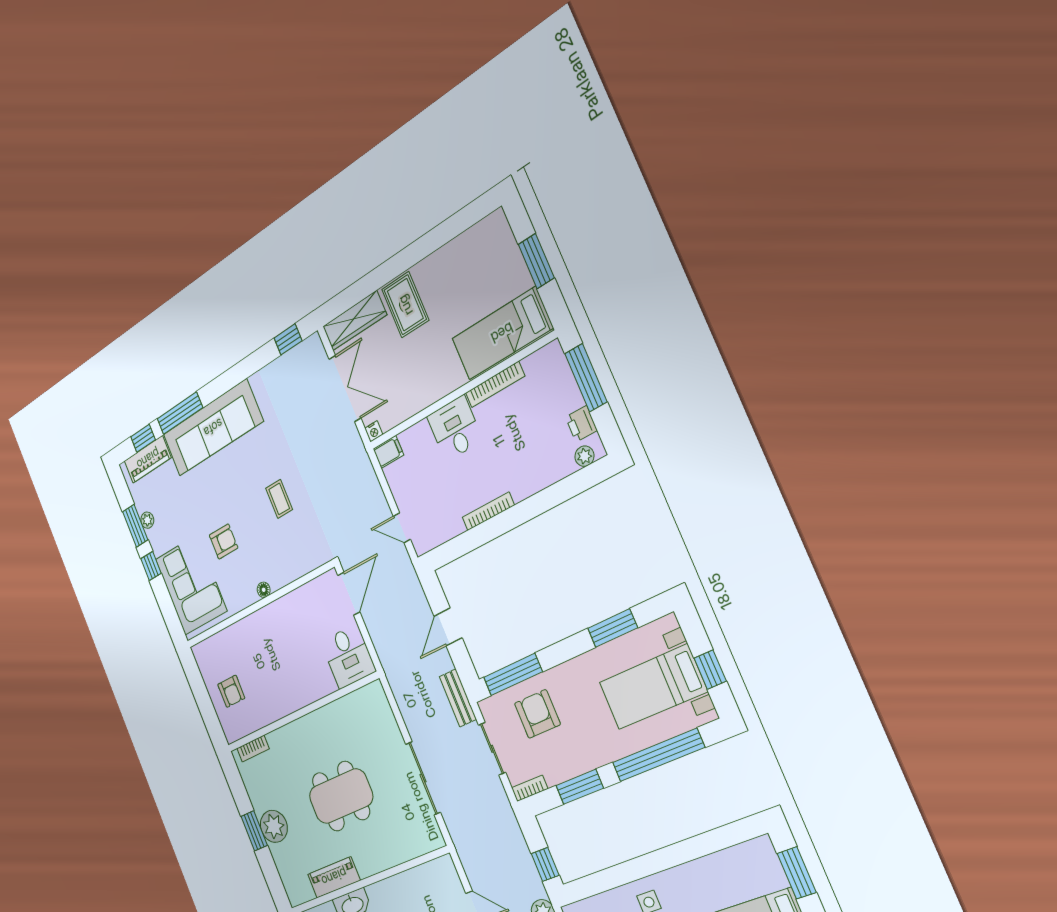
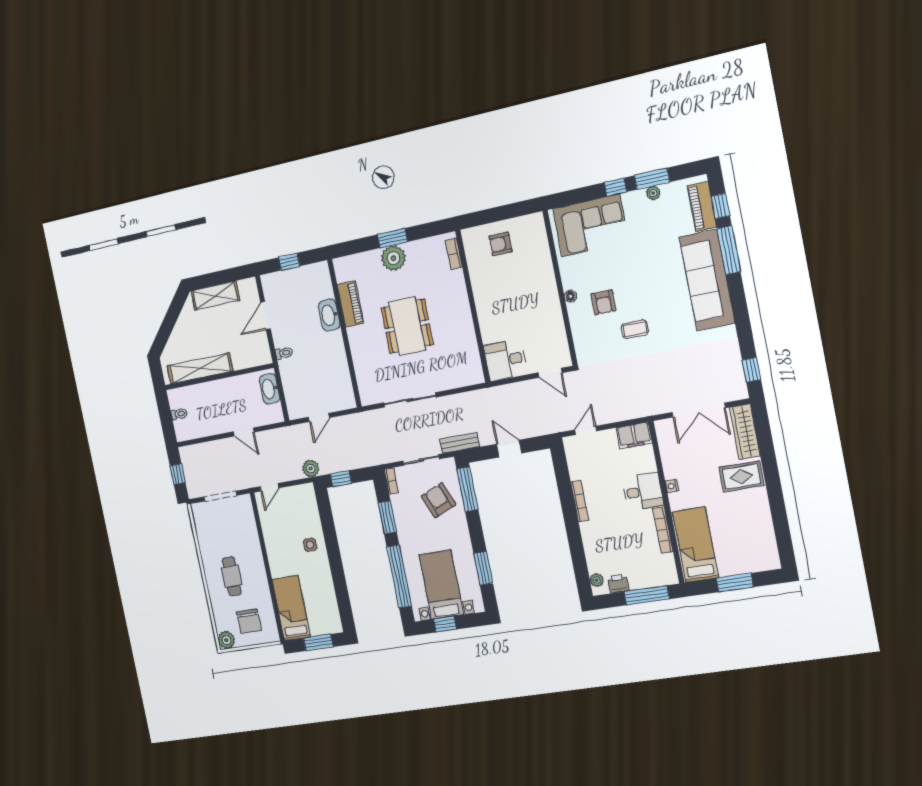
nightstand: (374, 431) -> (672, 486), moved
filing cabinet: (388, 452) -> (634, 435), width x2.00
armchair: (224, 542) -> (603, 302), moved
door: (349, 594) -> (550, 373), width x0.73
armchair: (537, 714) -> (439, 500), turned -112

